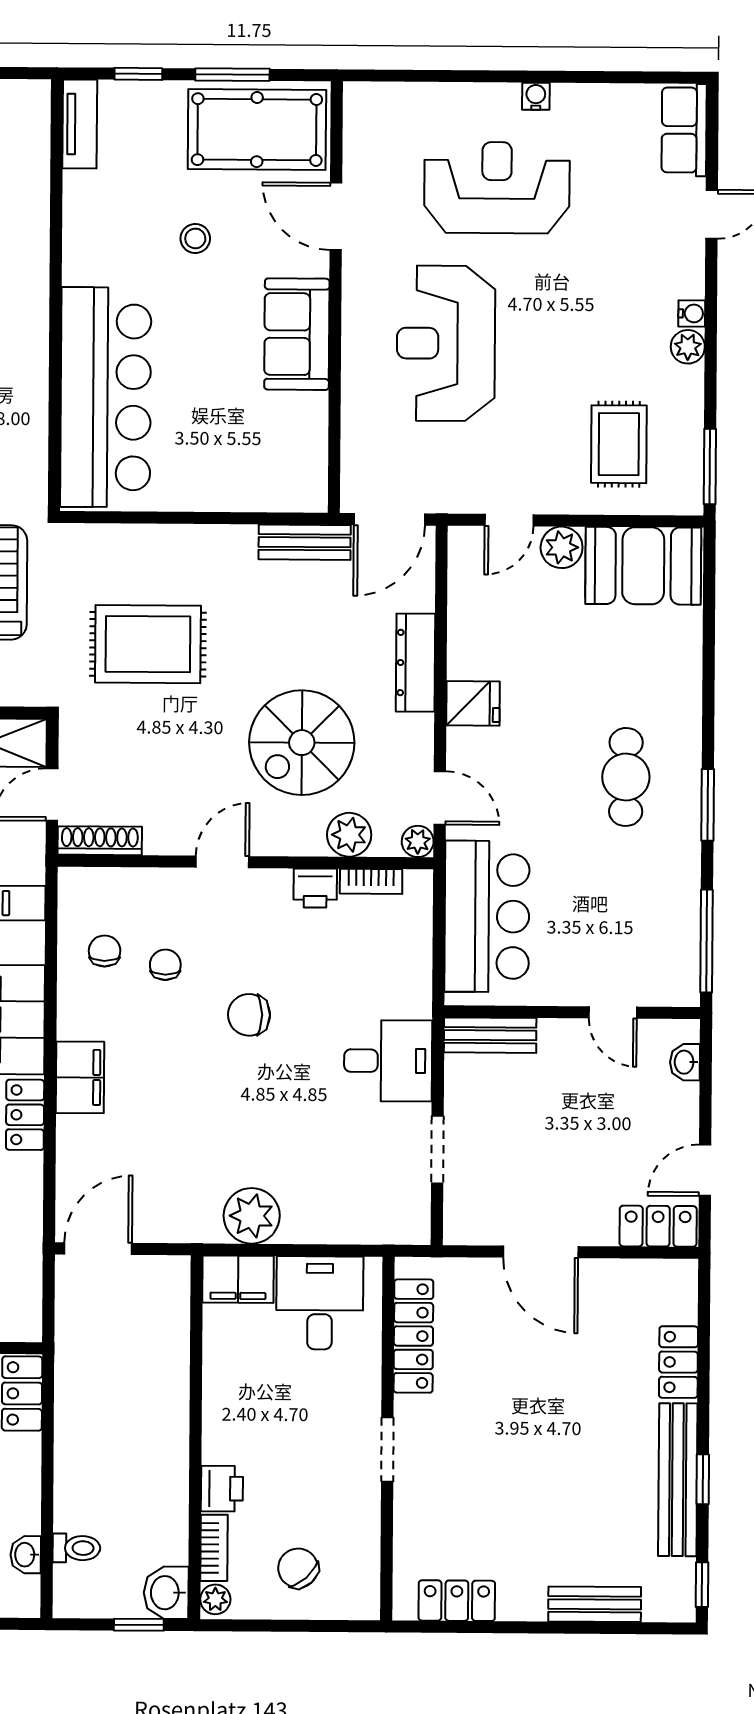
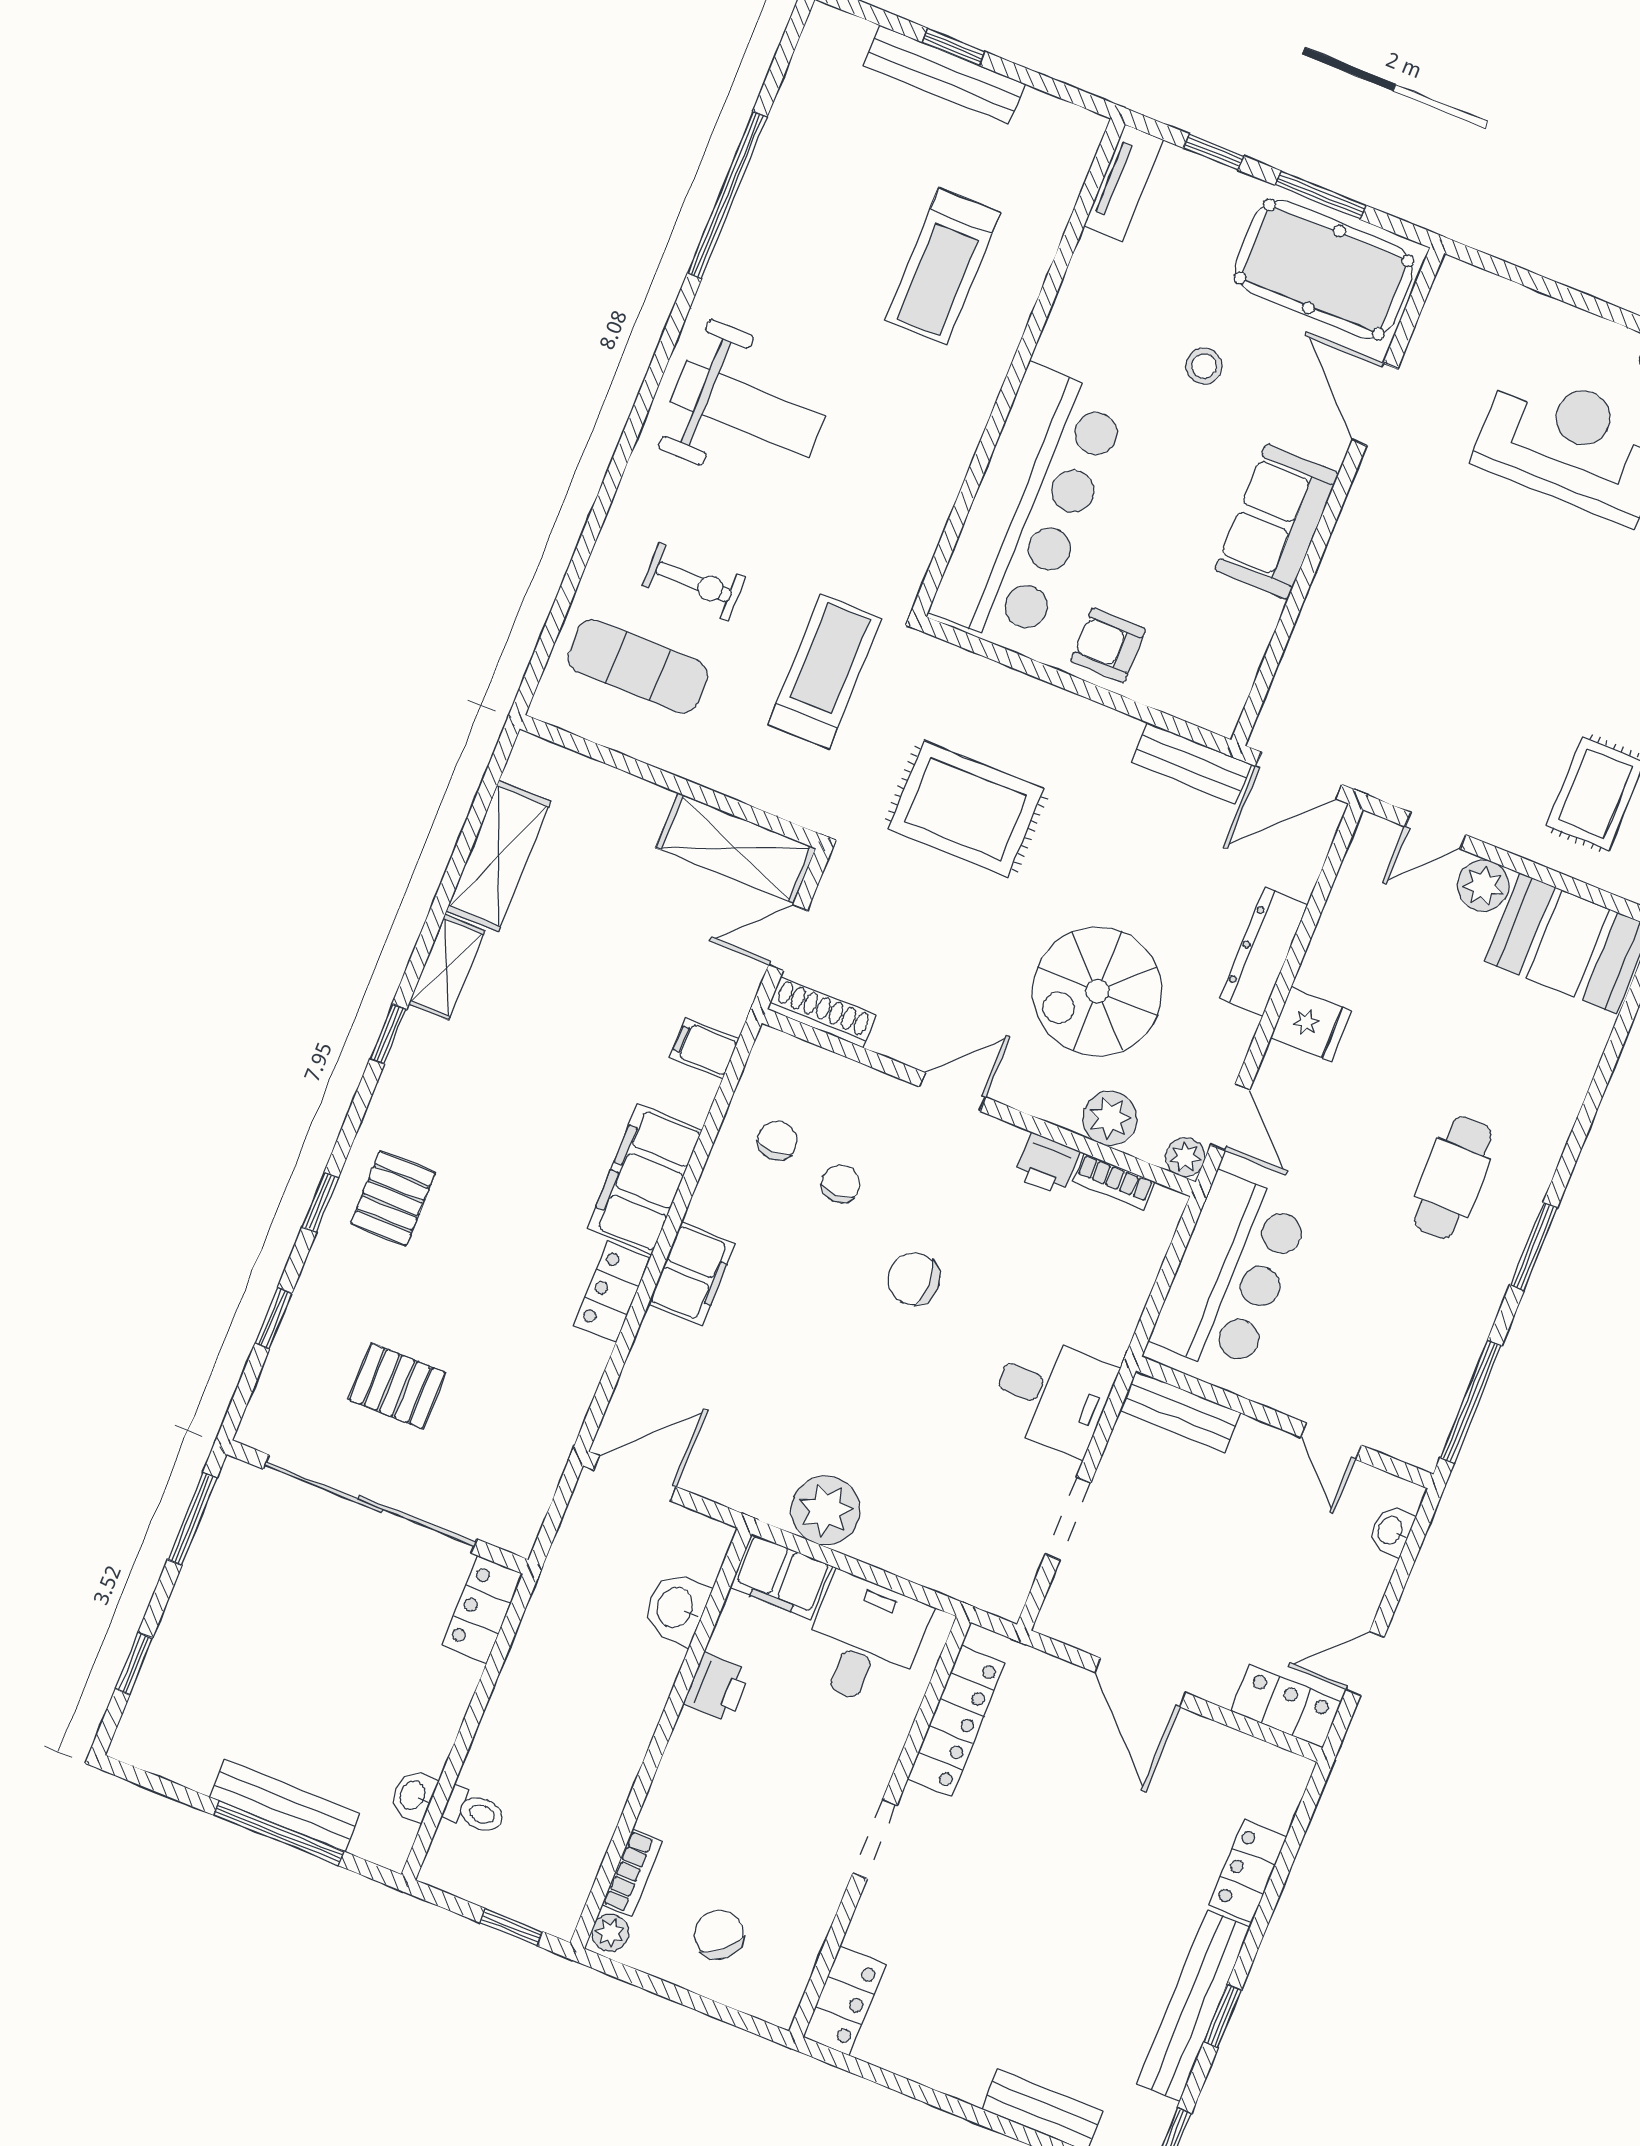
reception desk: (446, 343) -> (1443, 600), removed
armchair: (206, 478) -> (1108, 645), added
printer: (222, 1489) -> (717, 1688), moved
washbasin: (166, 1593) -> (676, 1608), moved
locker: (457, 1601) -> (845, 2001), moved, turned 90

